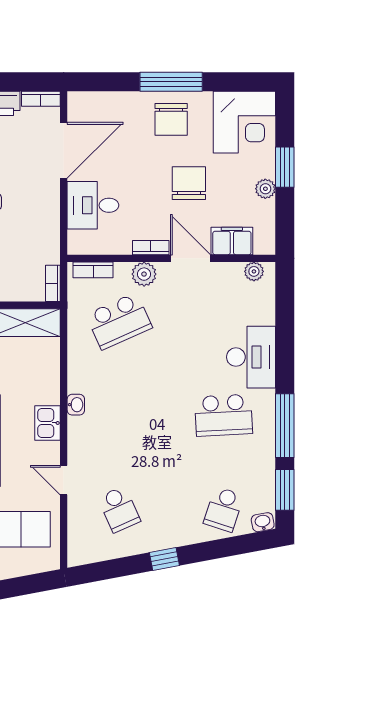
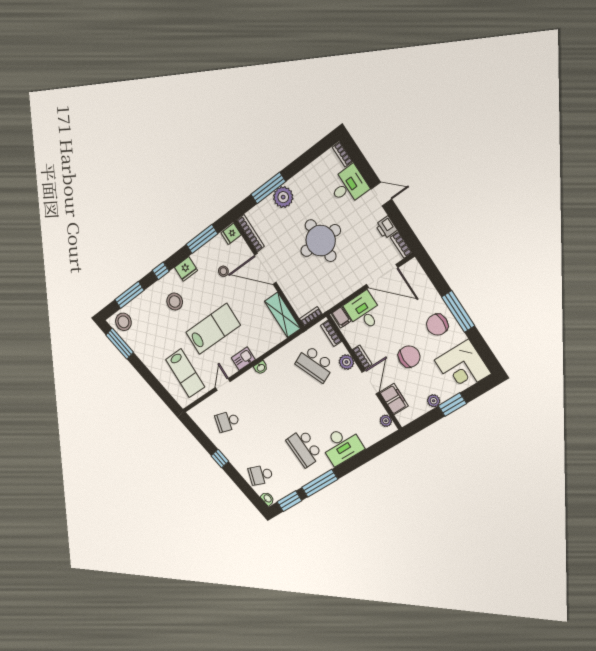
filing cabinet: (81, 241) -> (341, 317), added
school desk: (119, 509) -> (227, 421), turned 39

